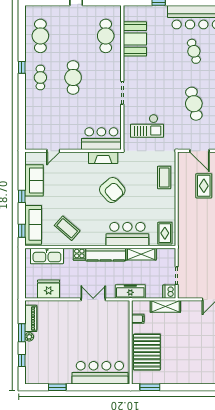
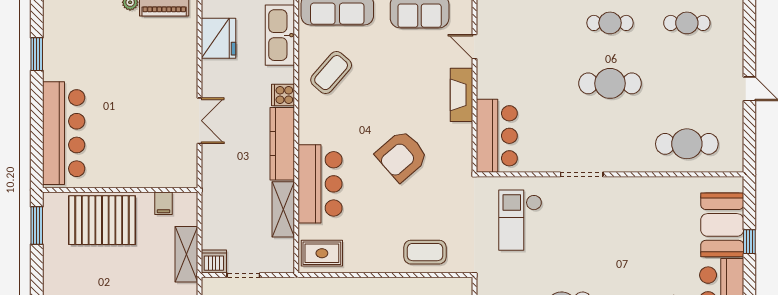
cafe table: (40, 36) -> (687, 23), width x0.73, depth x0.74
booth: (135, 39) -> (722, 225), moved, turned 90
fireplace: (103, 158) -> (461, 95), moved
freezer: (130, 291) -> (214, 189), removed

